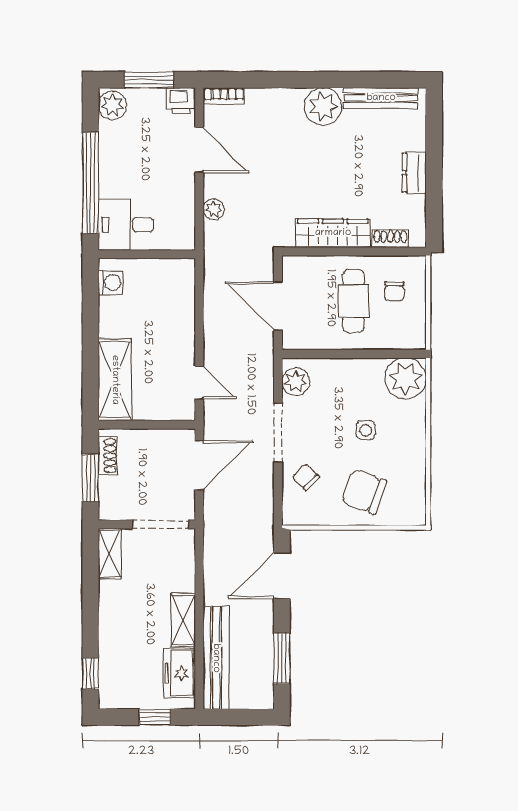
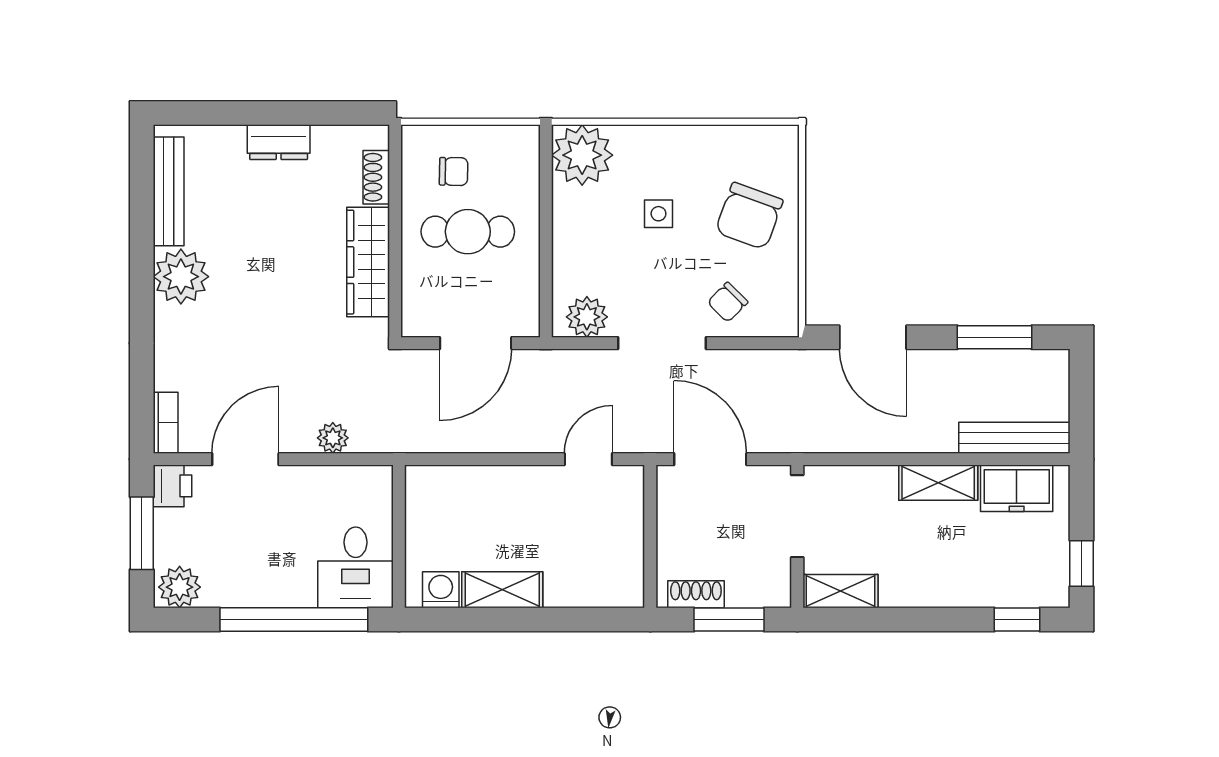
shelving: (115, 380) -> (502, 590), moved, width x0.67, depth x0.75
bench: (216, 658) -> (1014, 438), width x0.73, depth x0.82
window: (155, 717) -> (1081, 563), moved

